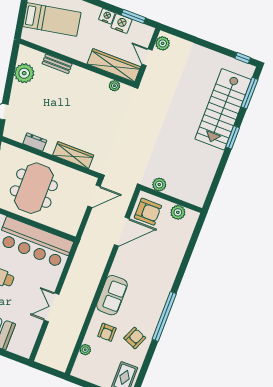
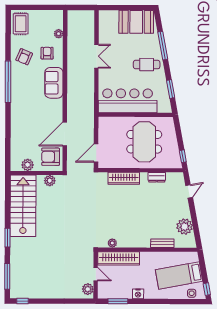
nightstand: (122, 24) -> (125, 292), removed
stairs: (223, 109) -> (23, 206), moved

